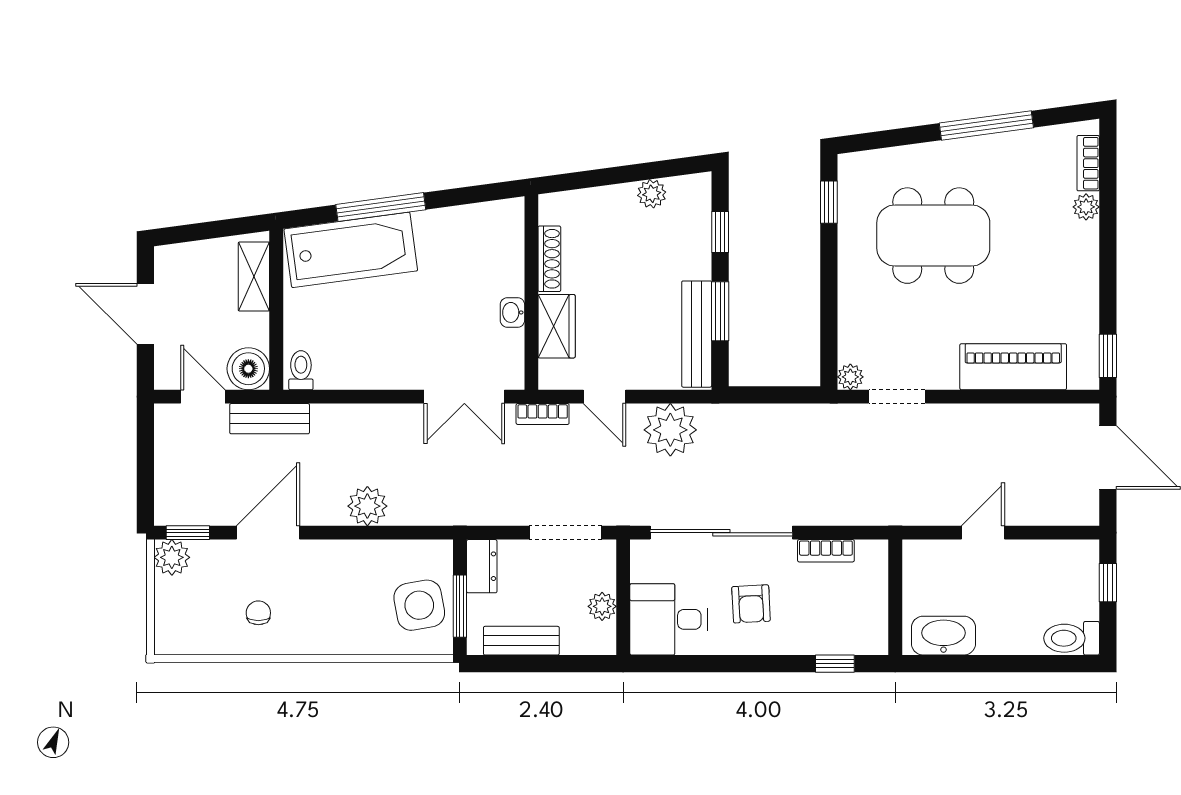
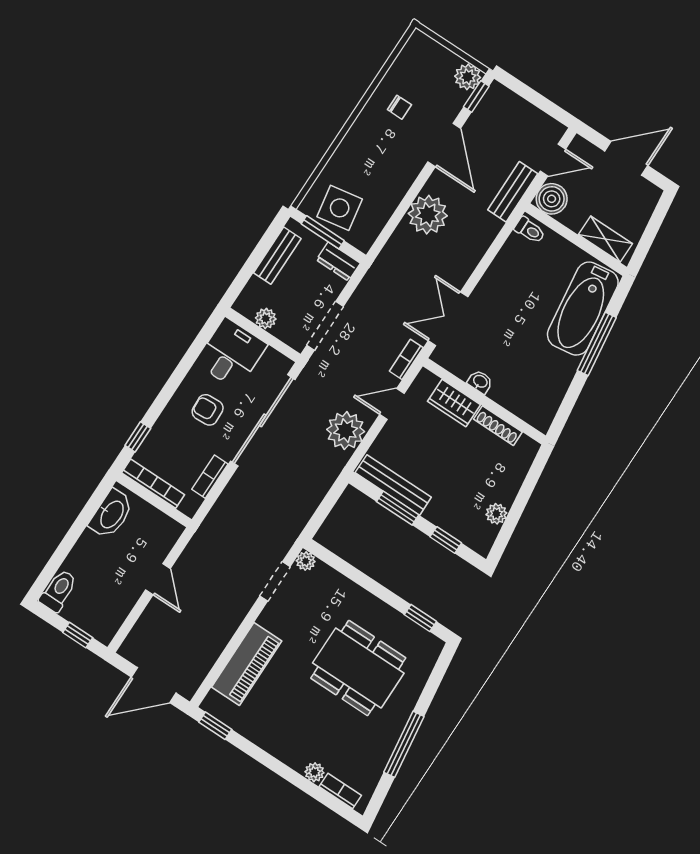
dining table: (933, 236) -> (358, 668), turned 90
plant: (367, 506) -> (428, 215), width x1.36, depth x1.36
bookcase: (877, 611) -> (153, 484), added

